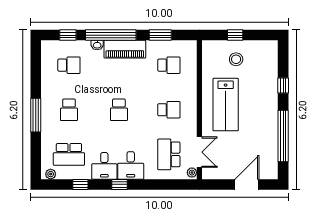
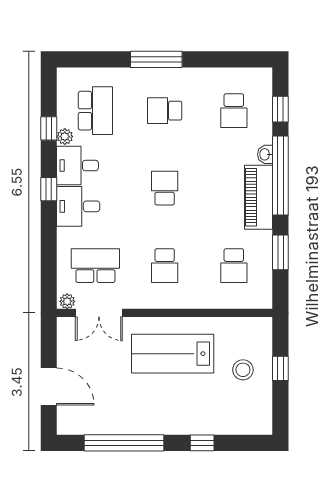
school desk: (119, 110) -> (165, 188), turned 90
school desk: (69, 154) -> (95, 111), turned 180
plant: (51, 174) -> (65, 137), moved

